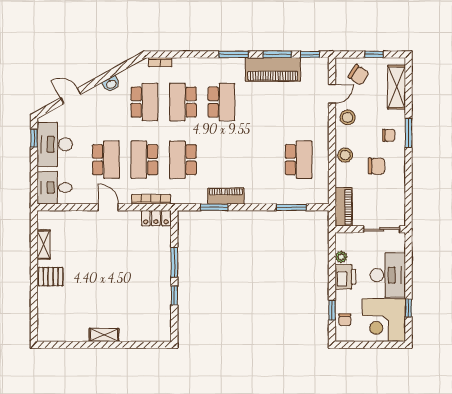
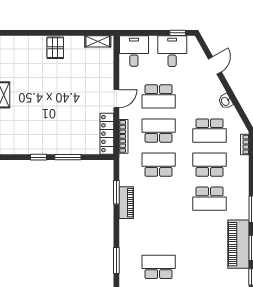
desk: (55, 144) -> (172, 51), width x0.73
school desk: (299, 160) -> (159, 267), turned 180
locker: (156, 218) -> (107, 134), width x1.53
shelving: (44, 245) -> (98, 41), moved

